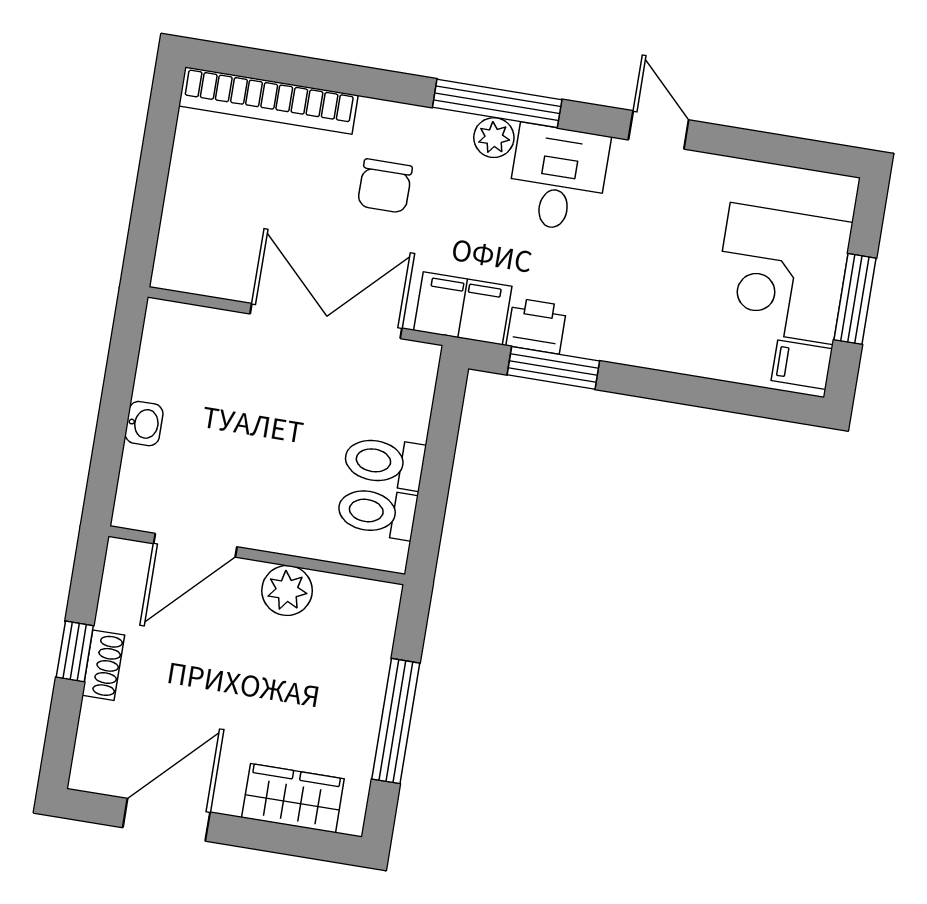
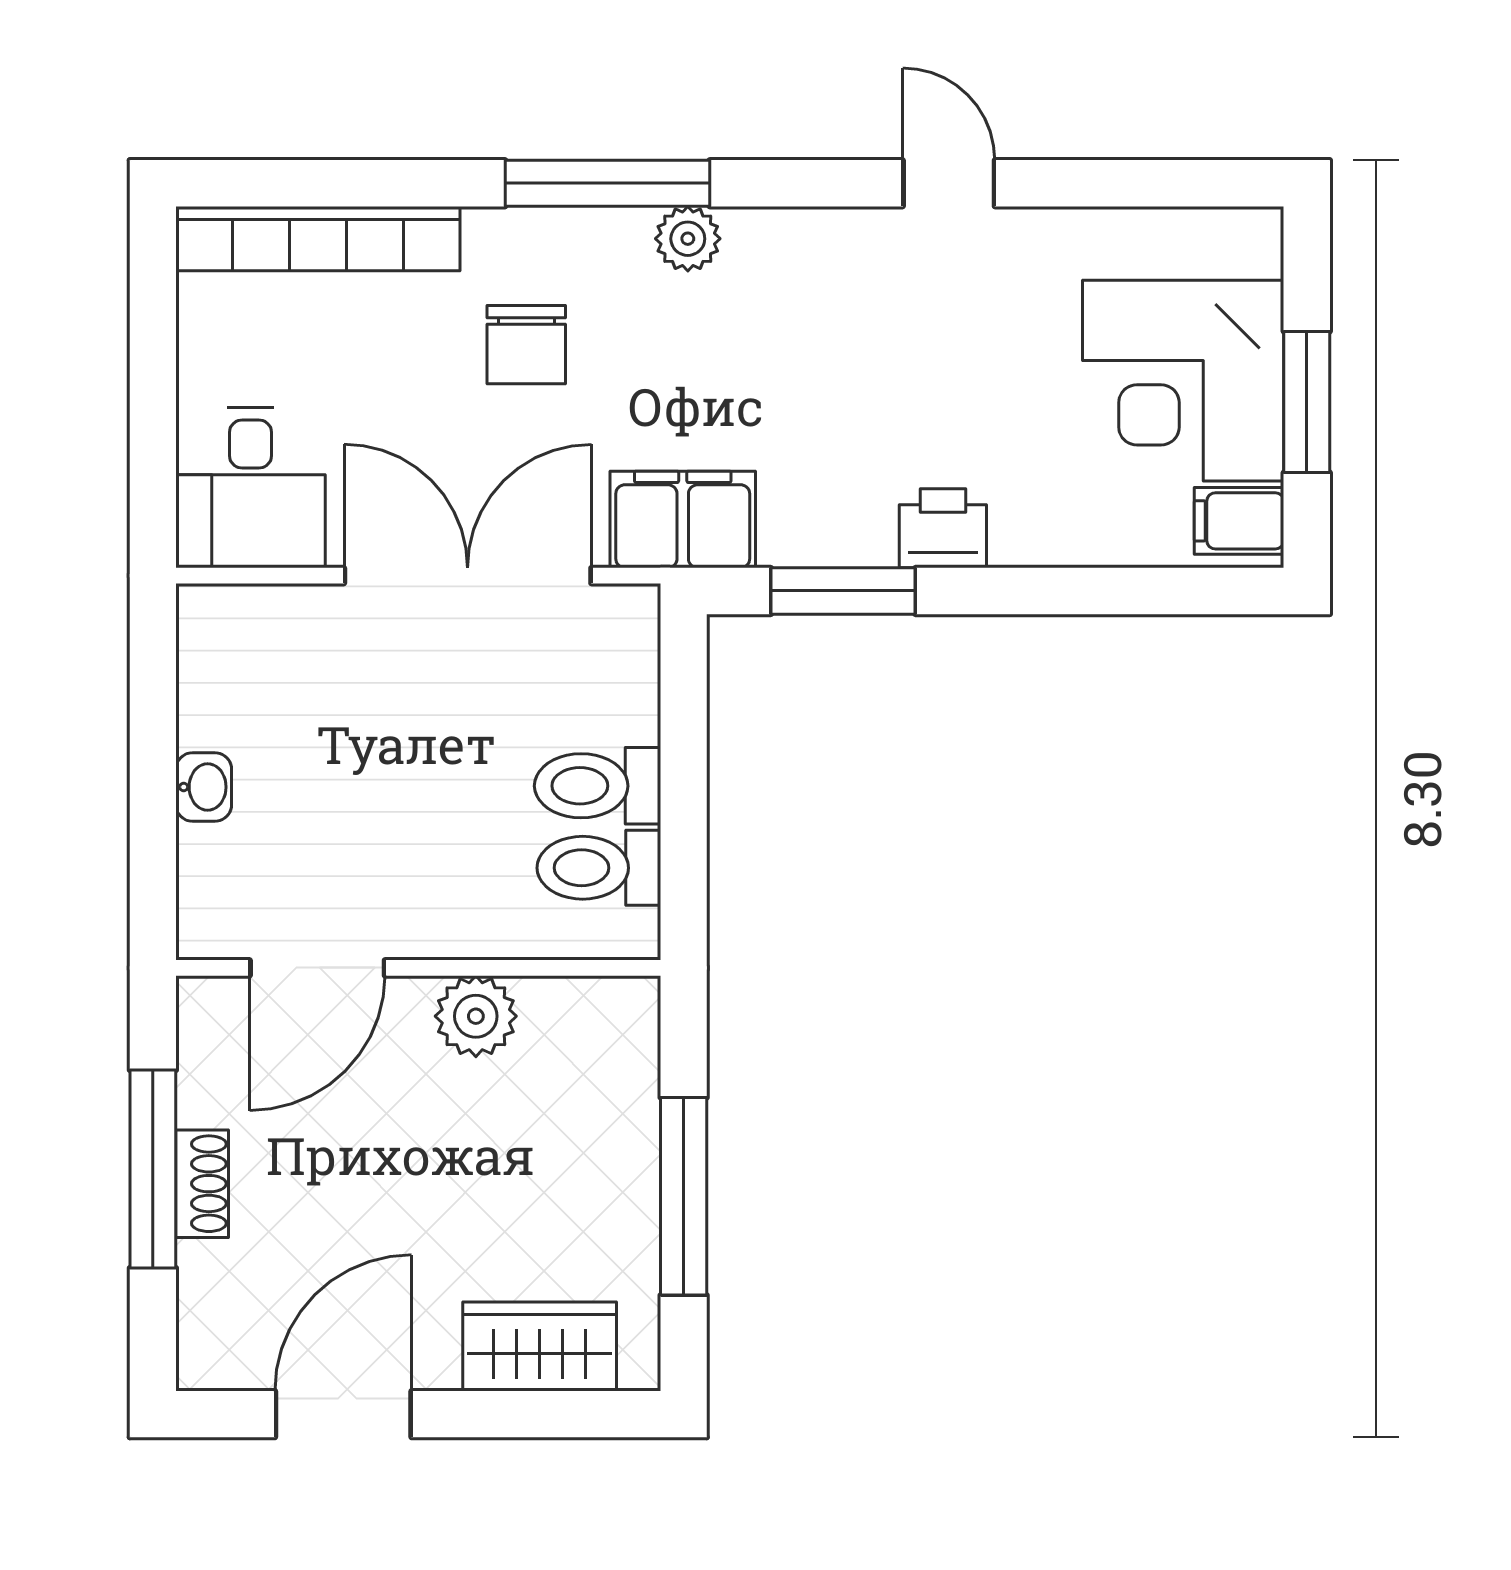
window: (497, 103) -> (607, 183), moved
desk: (558, 178) -> (251, 487), moved, turned 180
printer: (536, 326) -> (943, 528), moved
window: (75, 651) -> (153, 1169), width x2.17

